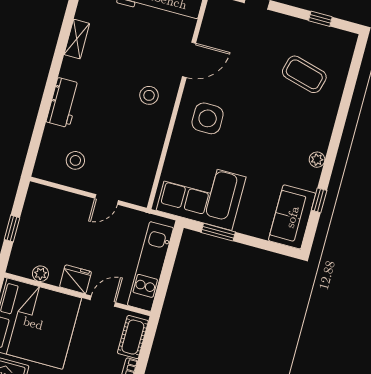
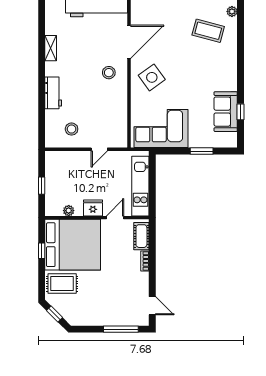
door: (189, 60) -> (129, 42), width x1.36
side table: (208, 118) -> (152, 77), turned -36
plant: (317, 160) -> (232, 11), moved
sofa: (292, 217) -> (226, 112), moved
window: (218, 232) -> (202, 151), moved

